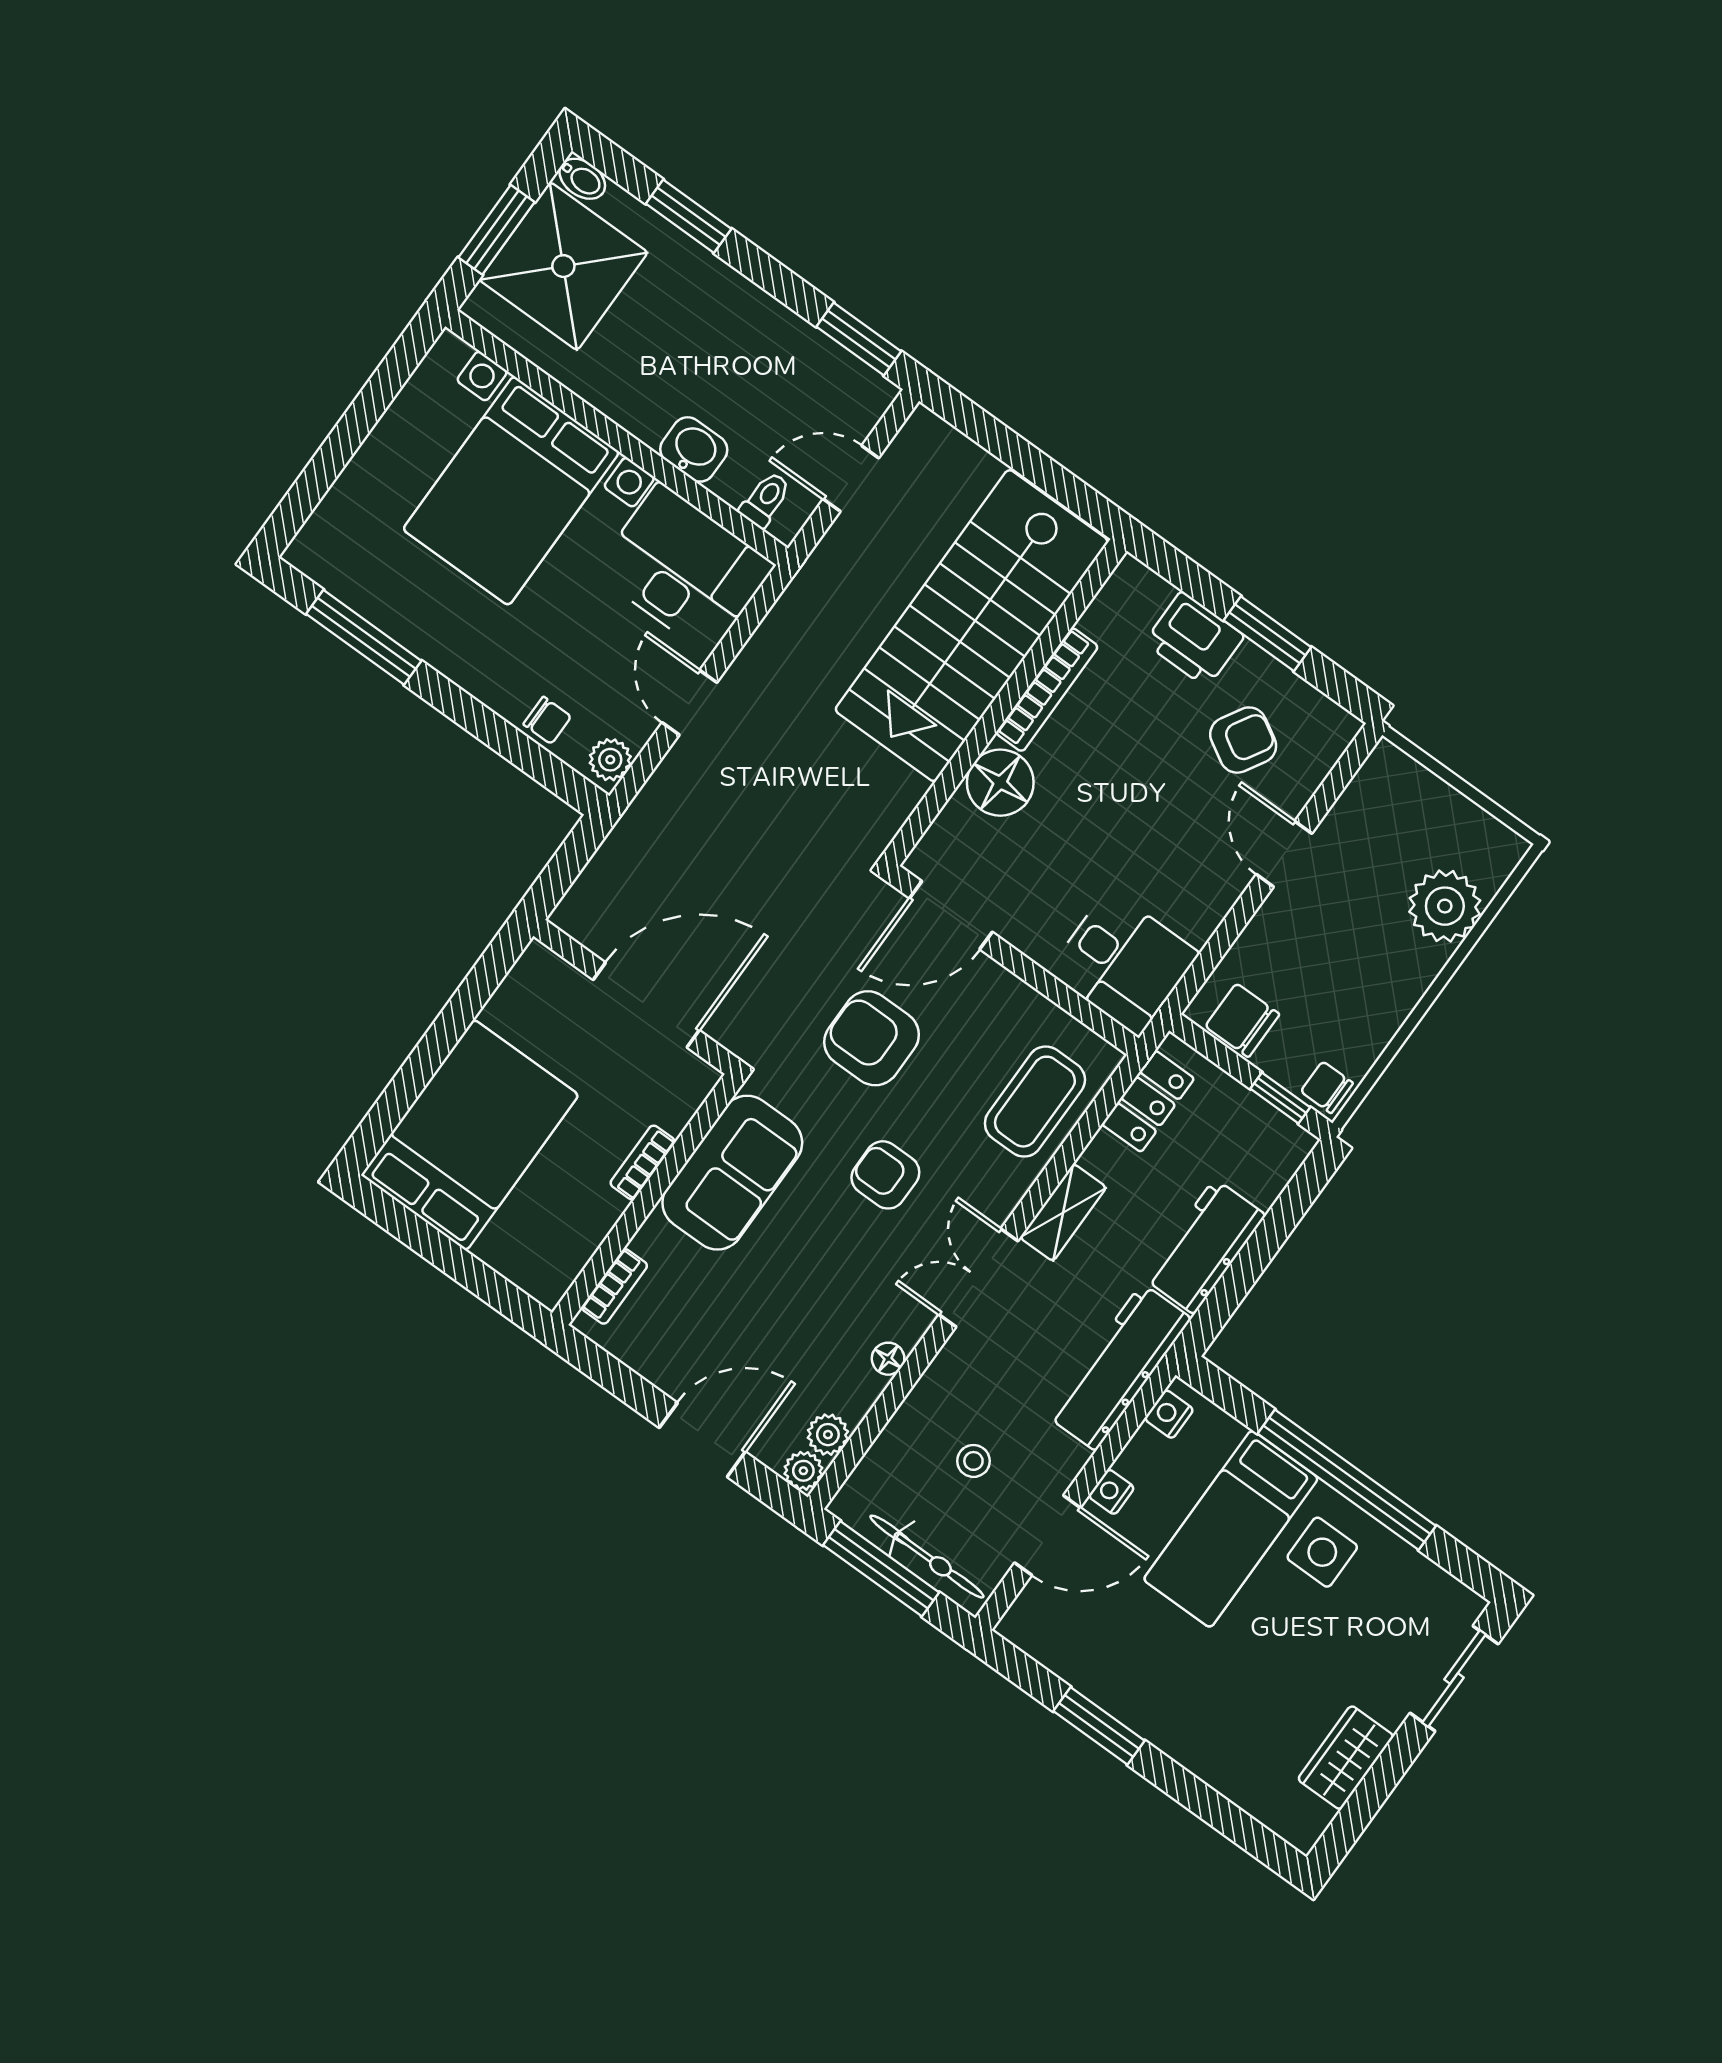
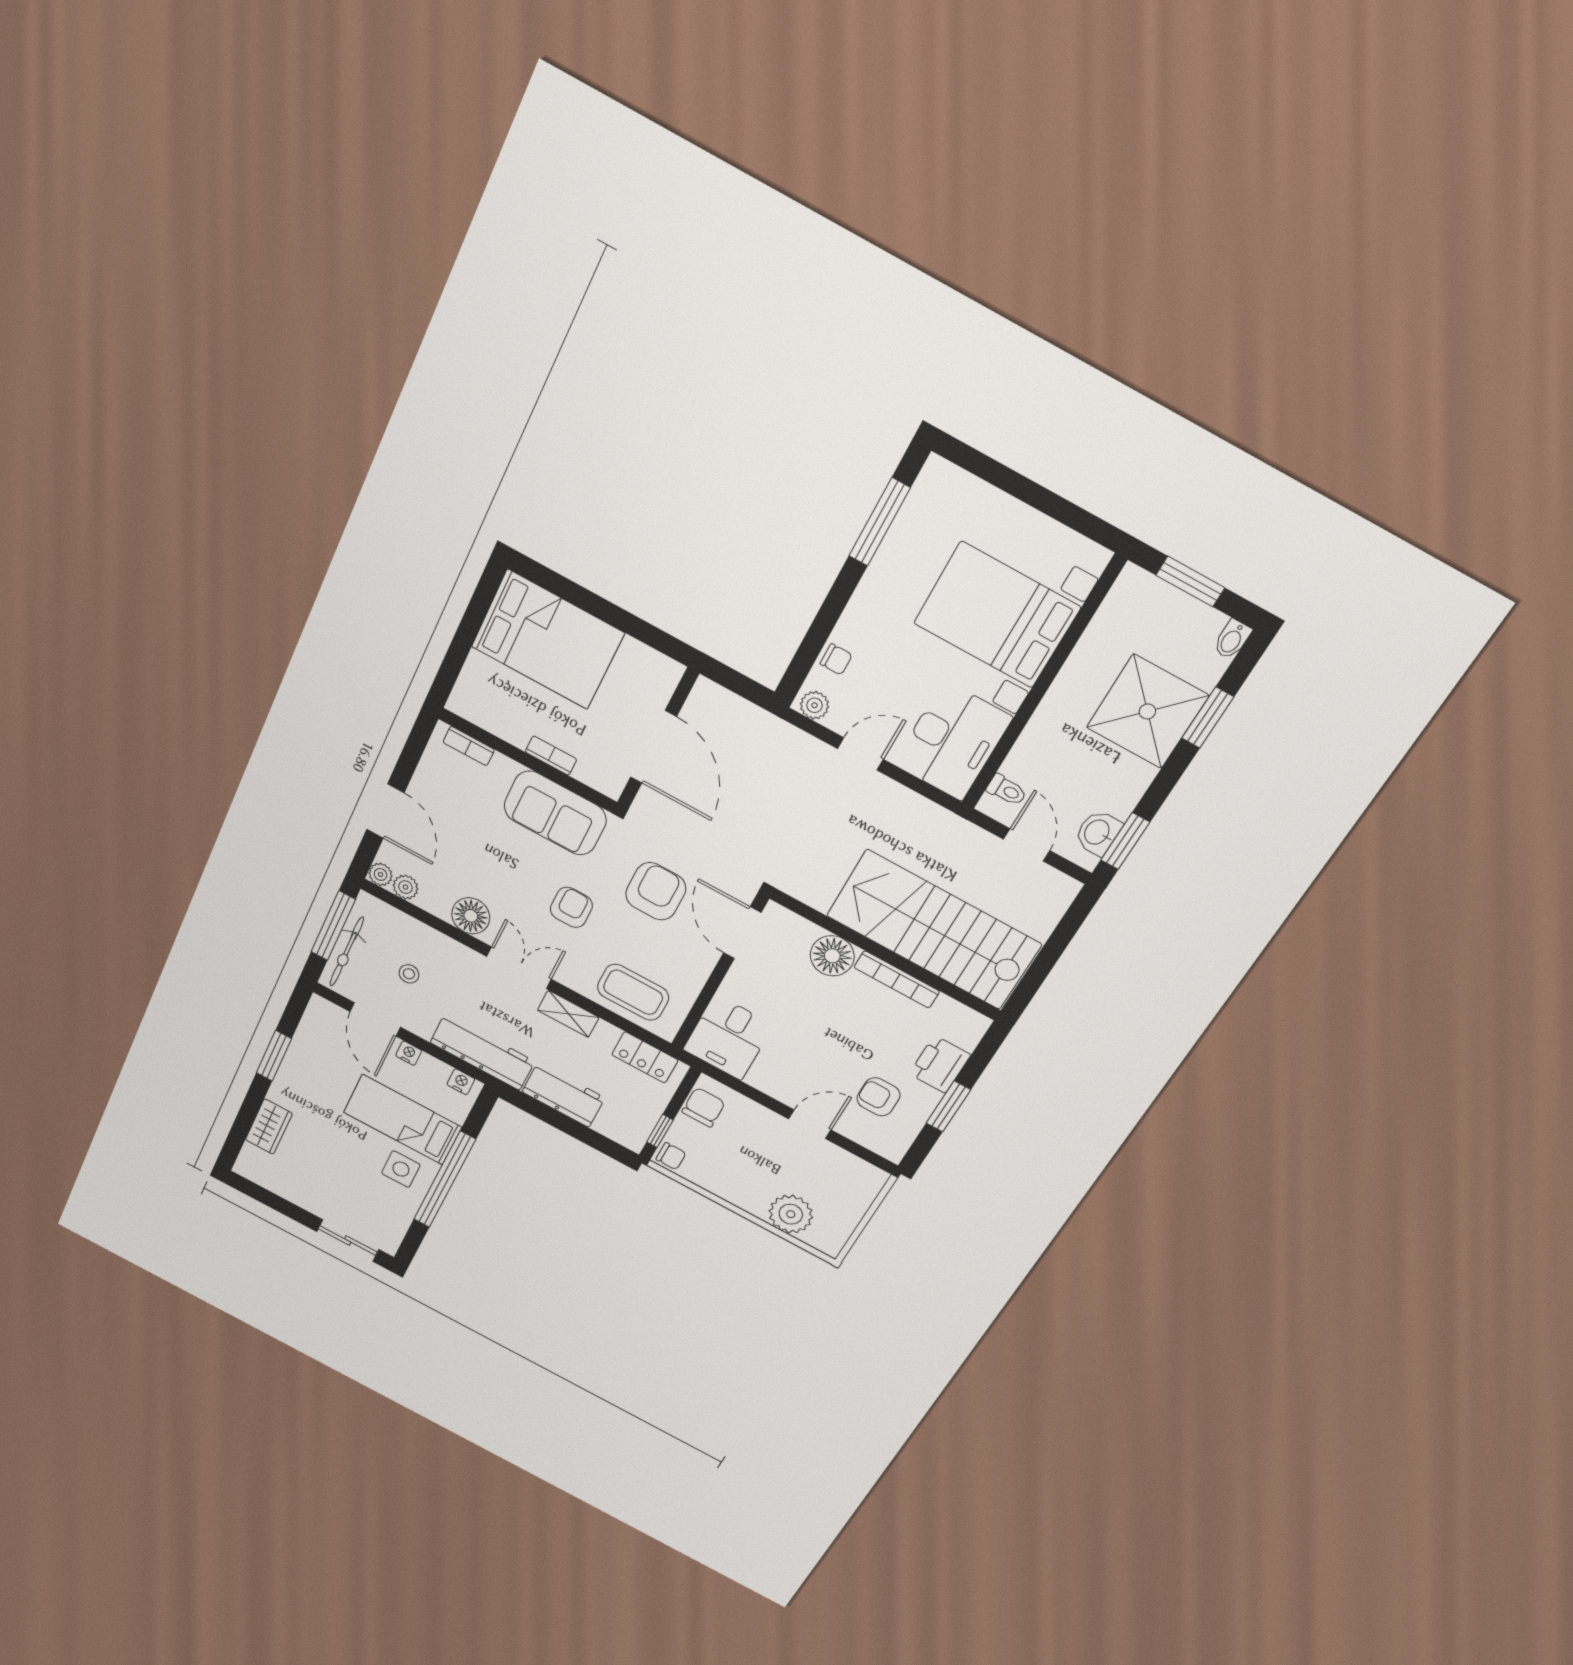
shower: (563, 266) -> (1147, 711), moved
washbasin: (694, 449) -> (1098, 833), moved, turned 180
chair: (547, 720) -> (836, 659), turned -90
armchair: (1243, 740) -> (878, 1097), turned 150
chair: (1327, 1087) -> (671, 1156), turned 90
floor lamp: (888, 1359) -> (471, 916), width x1.89, depth x1.89
wardrobe: (1346, 1758) -> (269, 1127), moved, turned 90

